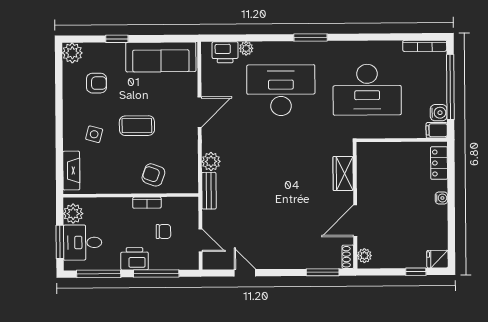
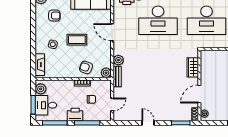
desk: (281, 90) -> (158, 20), turned 180
door: (200, 112) -> (112, 32), swing flipped
plant: (189, 184) -> (106, 73), added
door: (200, 240) -> (112, 104), hinge flipped
door: (245, 273) -> (148, 123), moved

